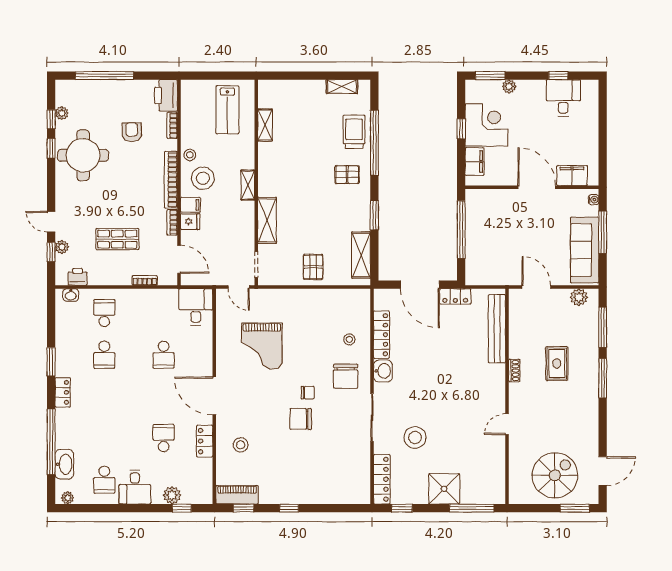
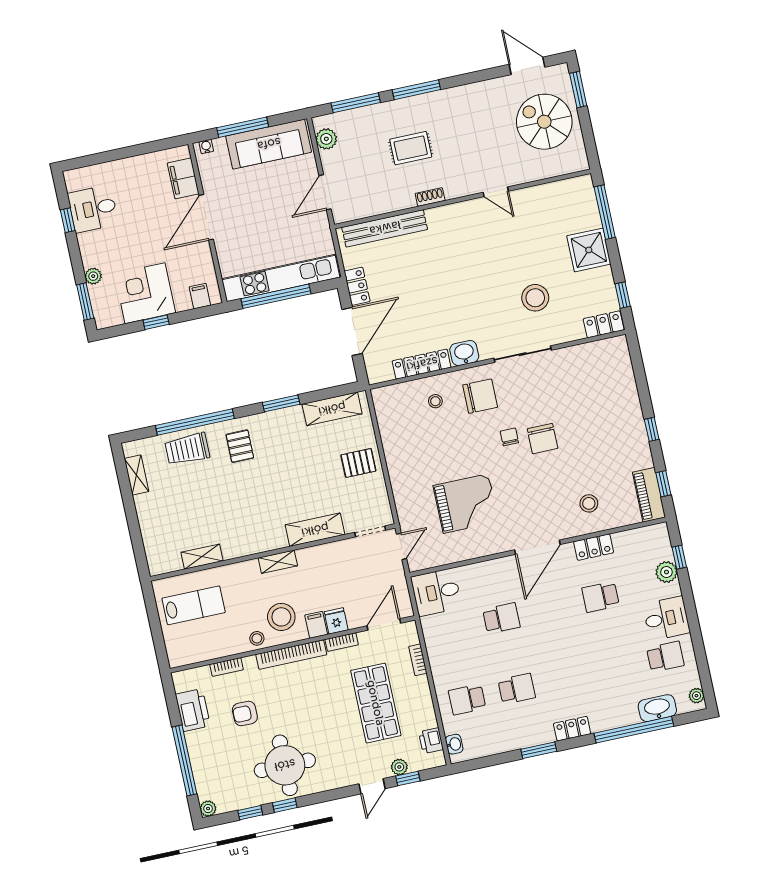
printer: (166, 95) -> (193, 710), moved, turned -90
plant: (62, 113) -> (208, 809), moved
filing cabinet: (475, 162) -> (200, 296), width x0.50
kitchen unit: (475, 237) -> (281, 278), added
shop shelf: (117, 239) -> (376, 703), width x1.43, depth x1.36
locker: (382, 479) -> (604, 324), width x0.66

